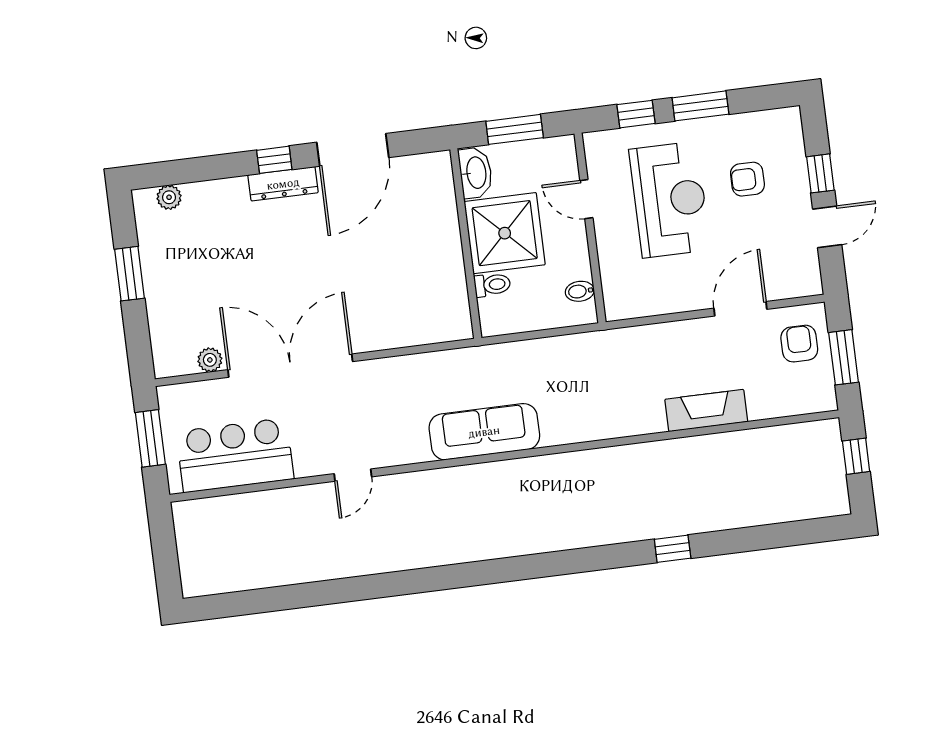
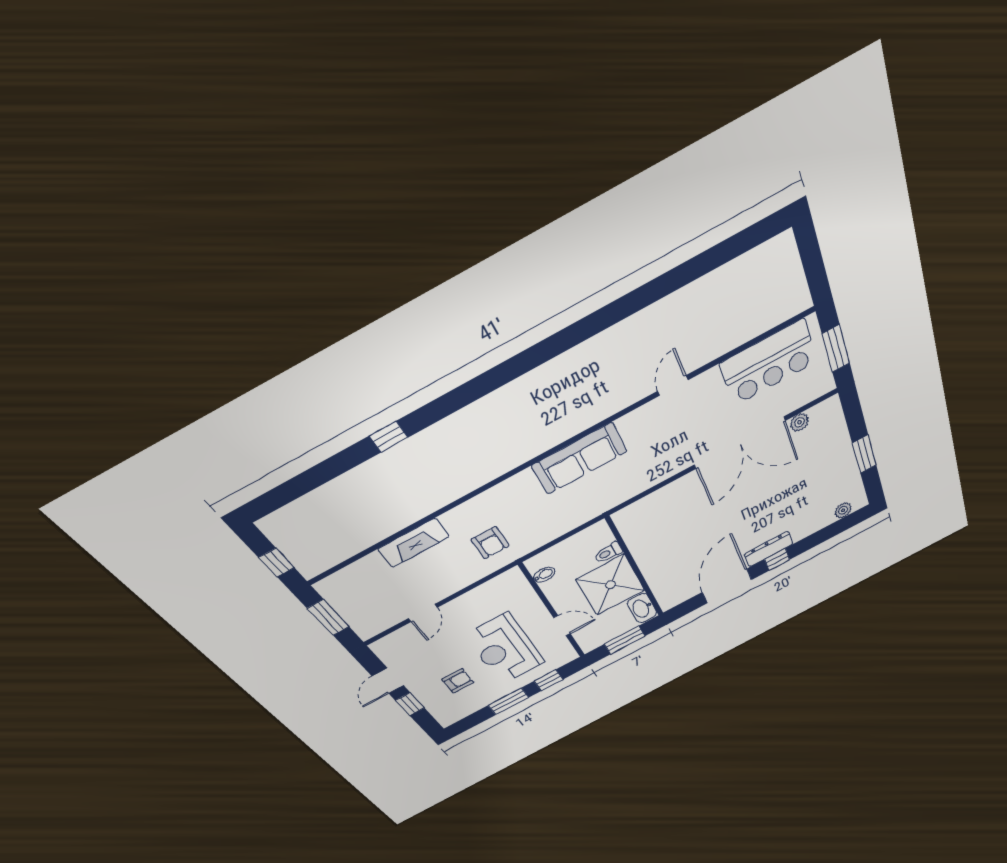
door: (740, 309) -> (423, 613), width x0.73
armchair: (799, 344) -> (490, 543), moved

